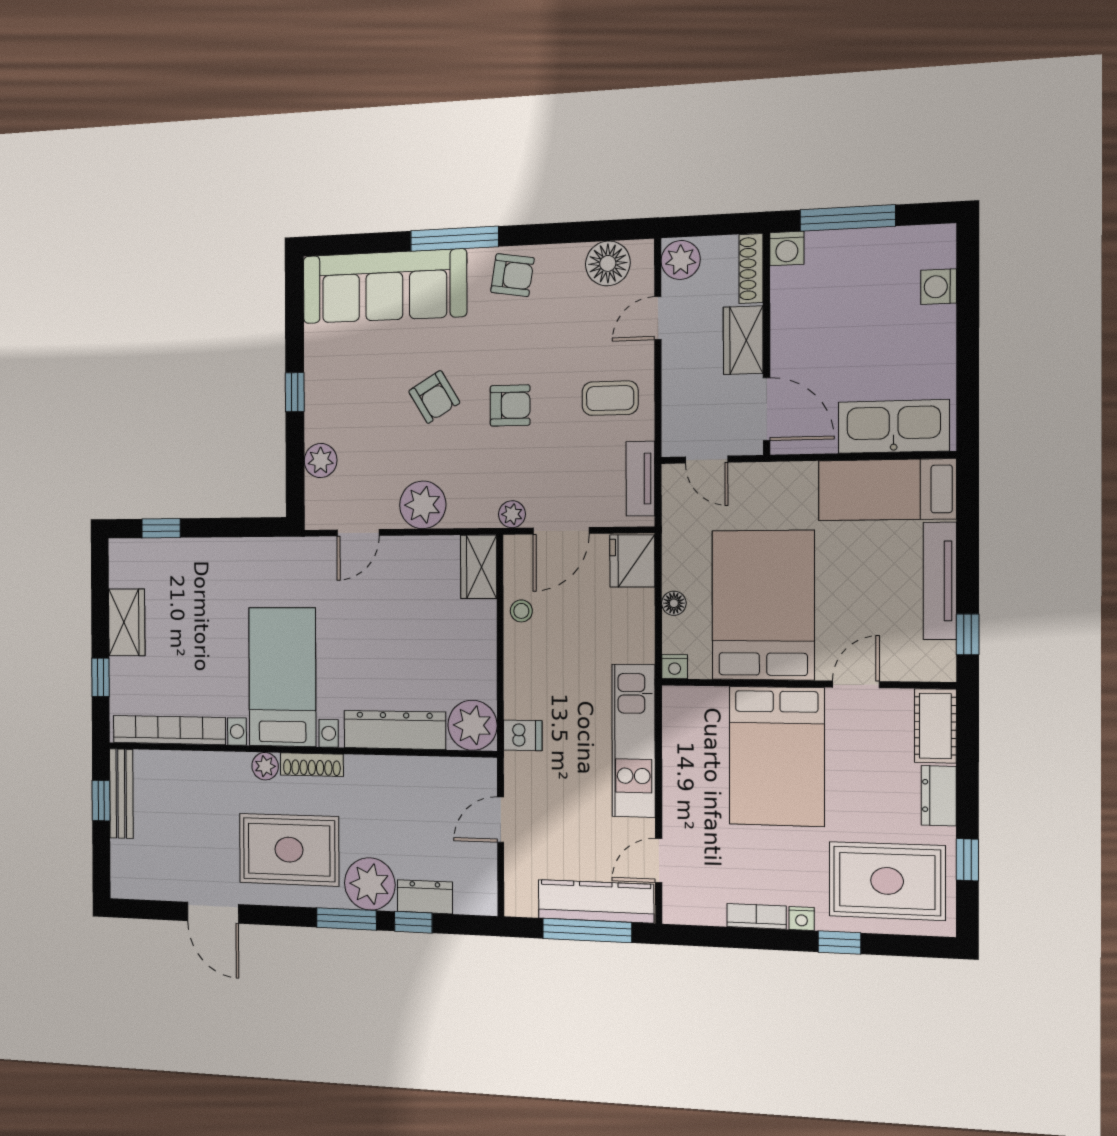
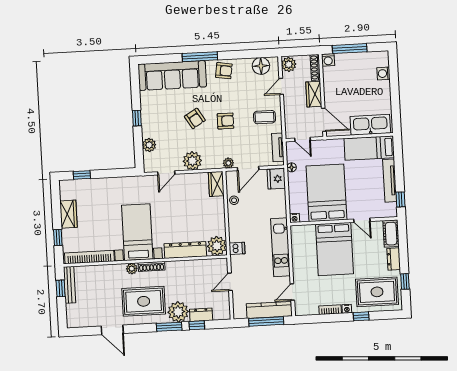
floor lamp: (674, 603) -> (292, 167), moved
door: (856, 684) -> (362, 220), swing flipped

